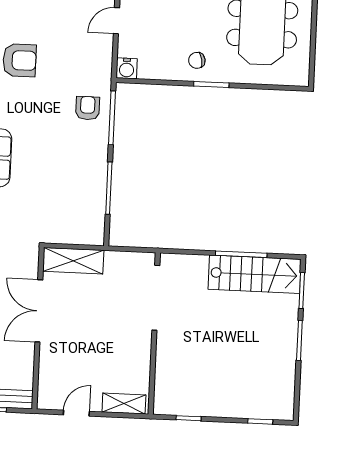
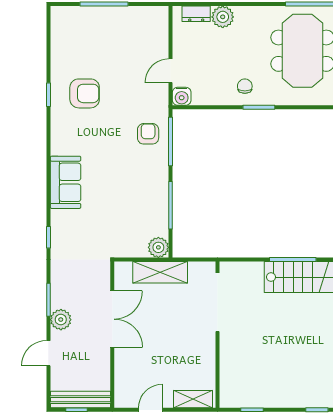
door: (116, 21) -> (171, 71), moved
chair: (197, 60) -> (245, 86), turned 101
plant: (93, 234) -> (158, 247), added
shelving: (73, 261) -> (160, 272), moved
double door: (39, 311) -> (112, 319), swing flipped

